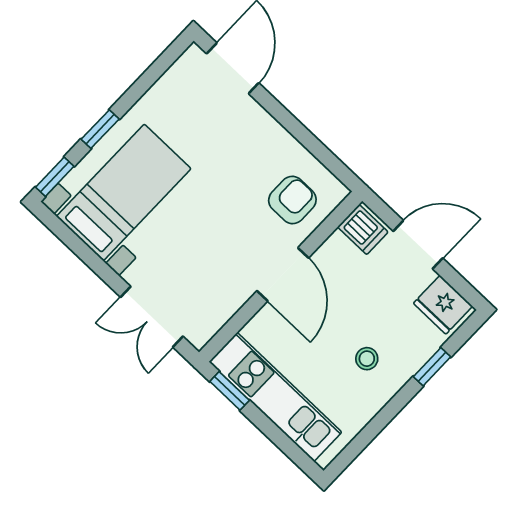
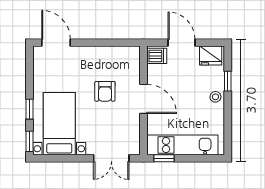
armchair: (292, 200) -> (105, 91), moved, turned 180
door: (418, 245) -> (181, 43), hinge flipped
stool: (367, 359) -> (215, 97), moved

